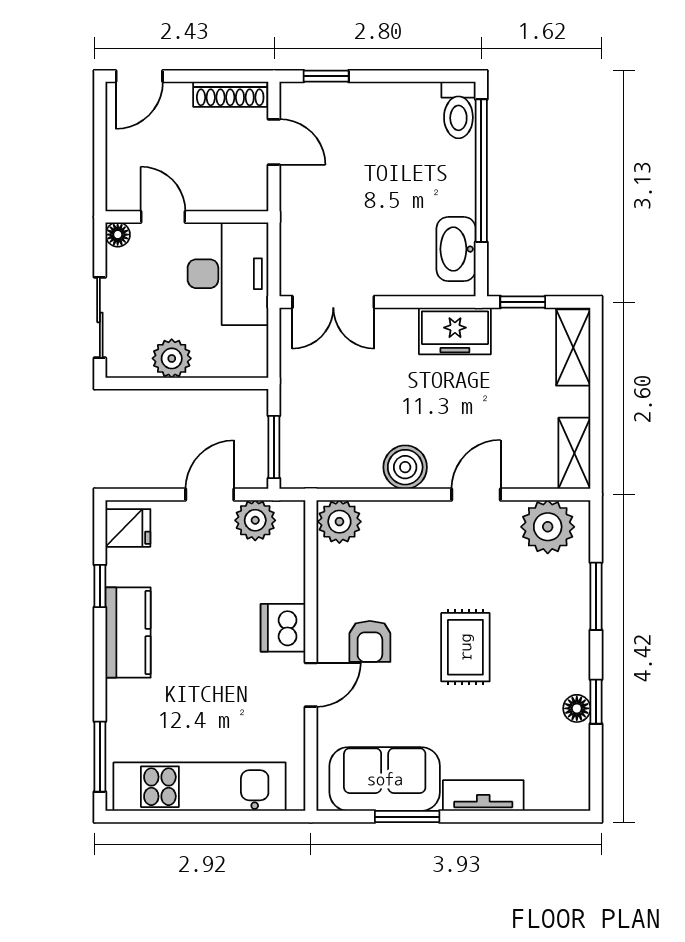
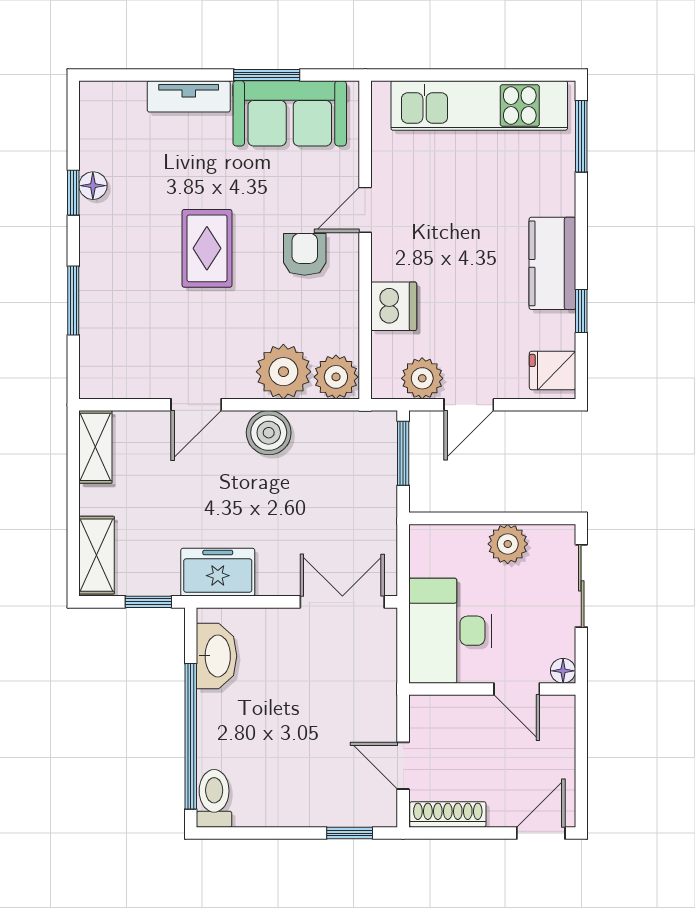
plant: (548, 527) -> (283, 372), moved
dishwasher: (283, 628) -> (394, 306), moved

